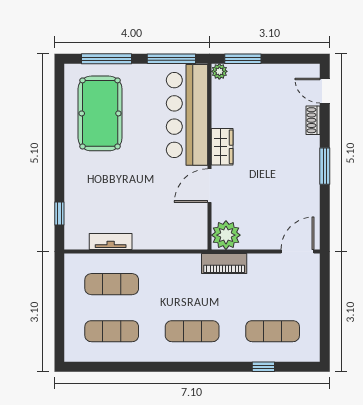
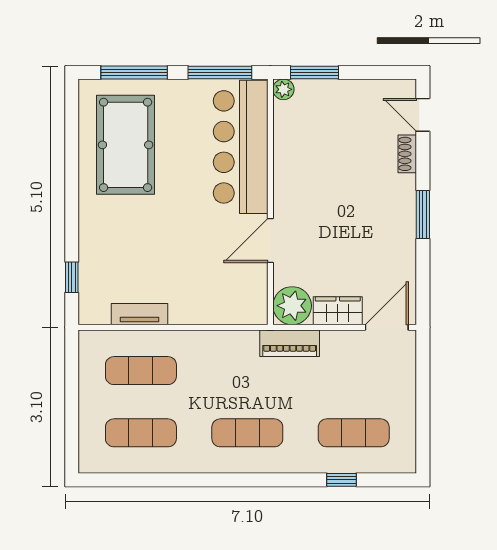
wardrobe: (222, 147) -> (338, 311), moved, turned -90

